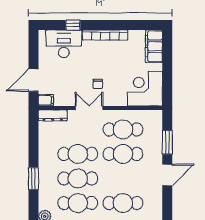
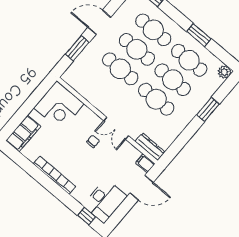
window: (73, 25) -> (87, 216), moved
desk: (64, 44) -> (105, 201), moved, turned -90
cafe table: (123, 129) -> (137, 49), moved

